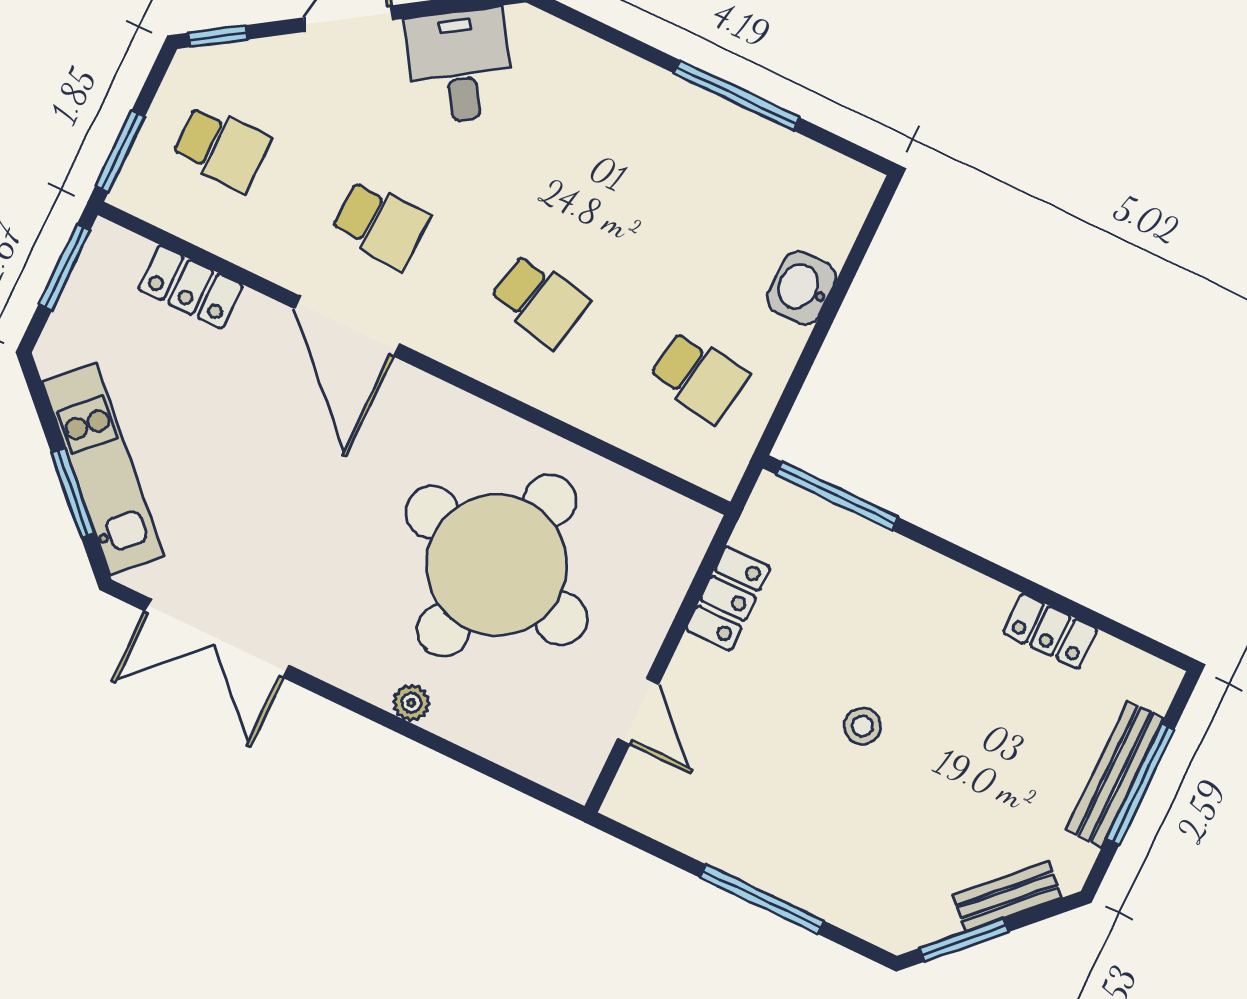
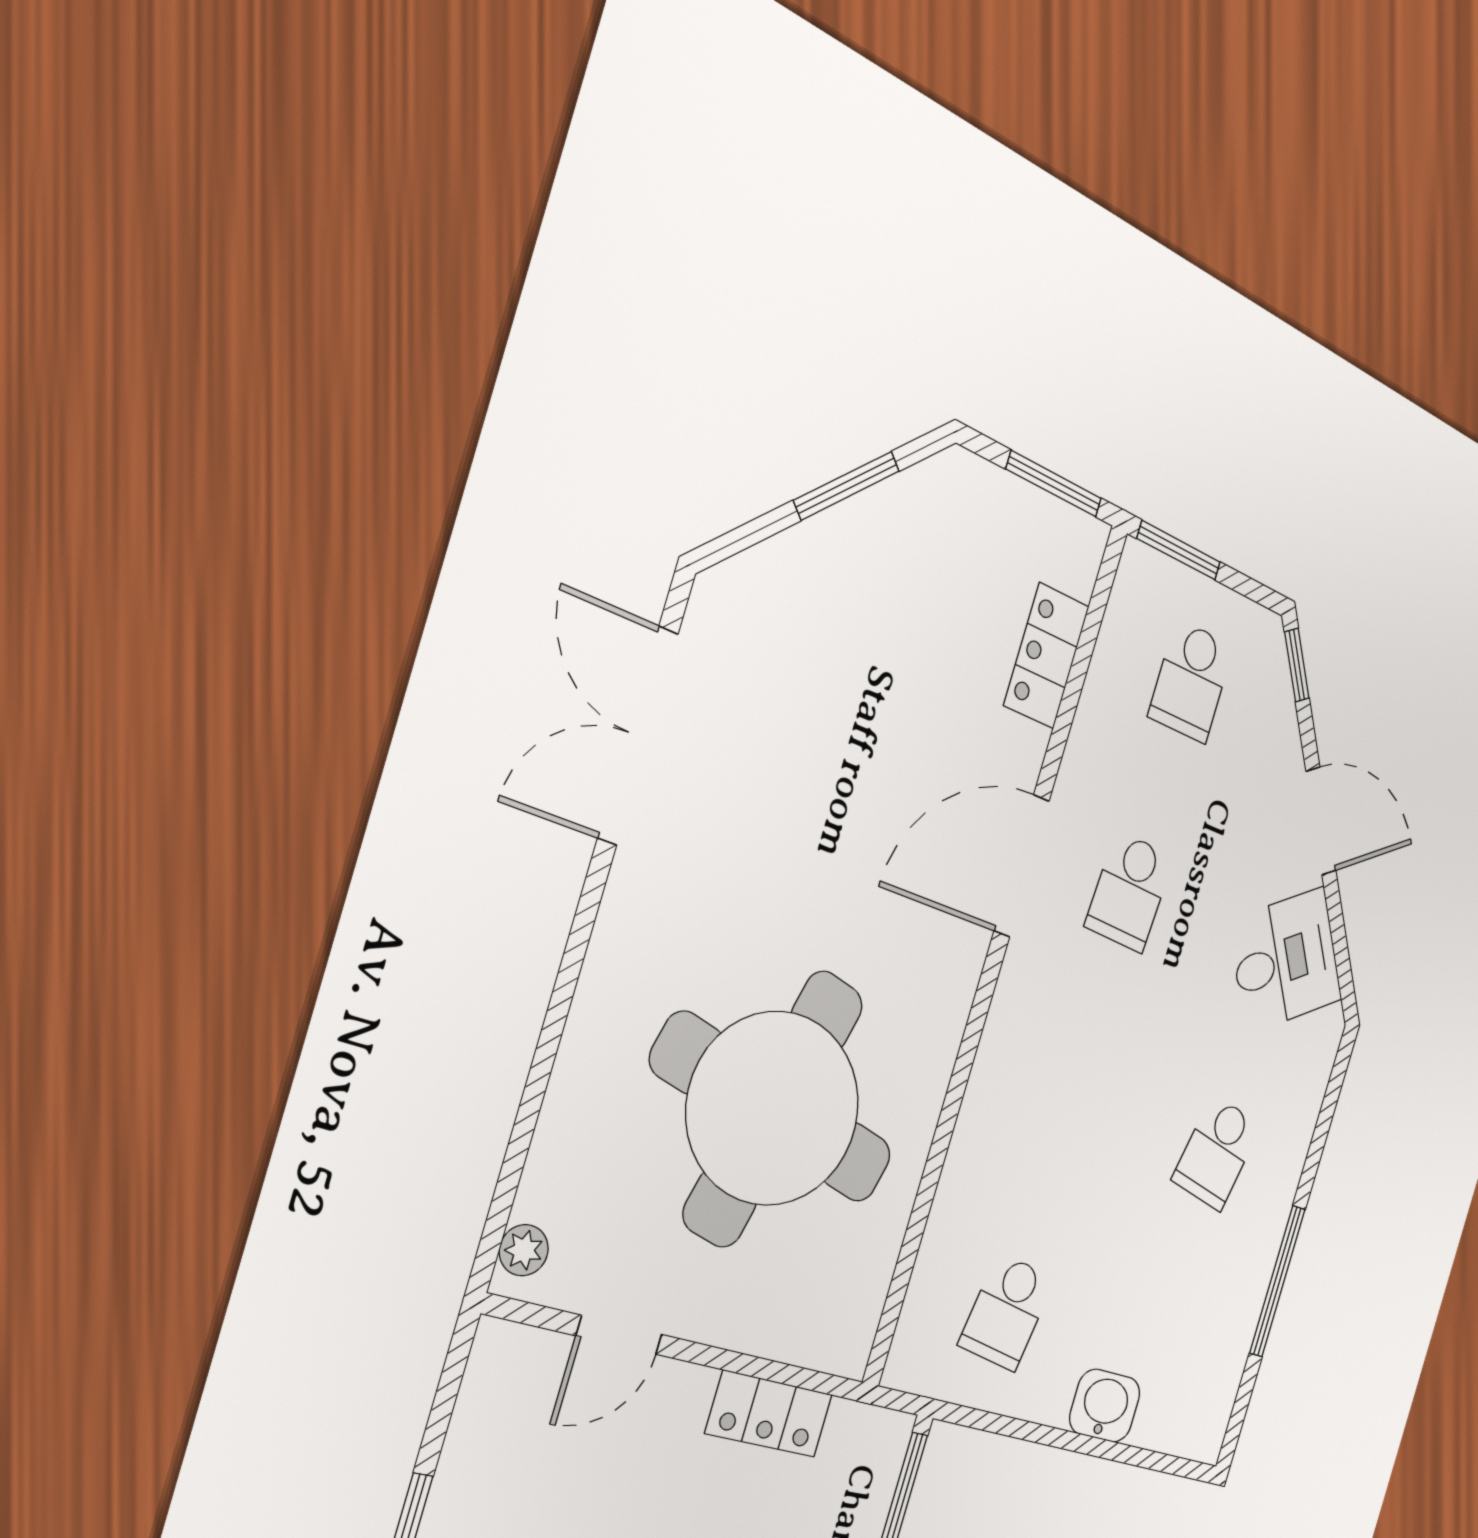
school desk: (540, 300) -> (1217, 1153), moved
kitchen unit: (103, 469) -> (830, 552), removed
window: (73, 493) -> (847, 486), moved
plant: (411, 703) -> (524, 1250), moved

